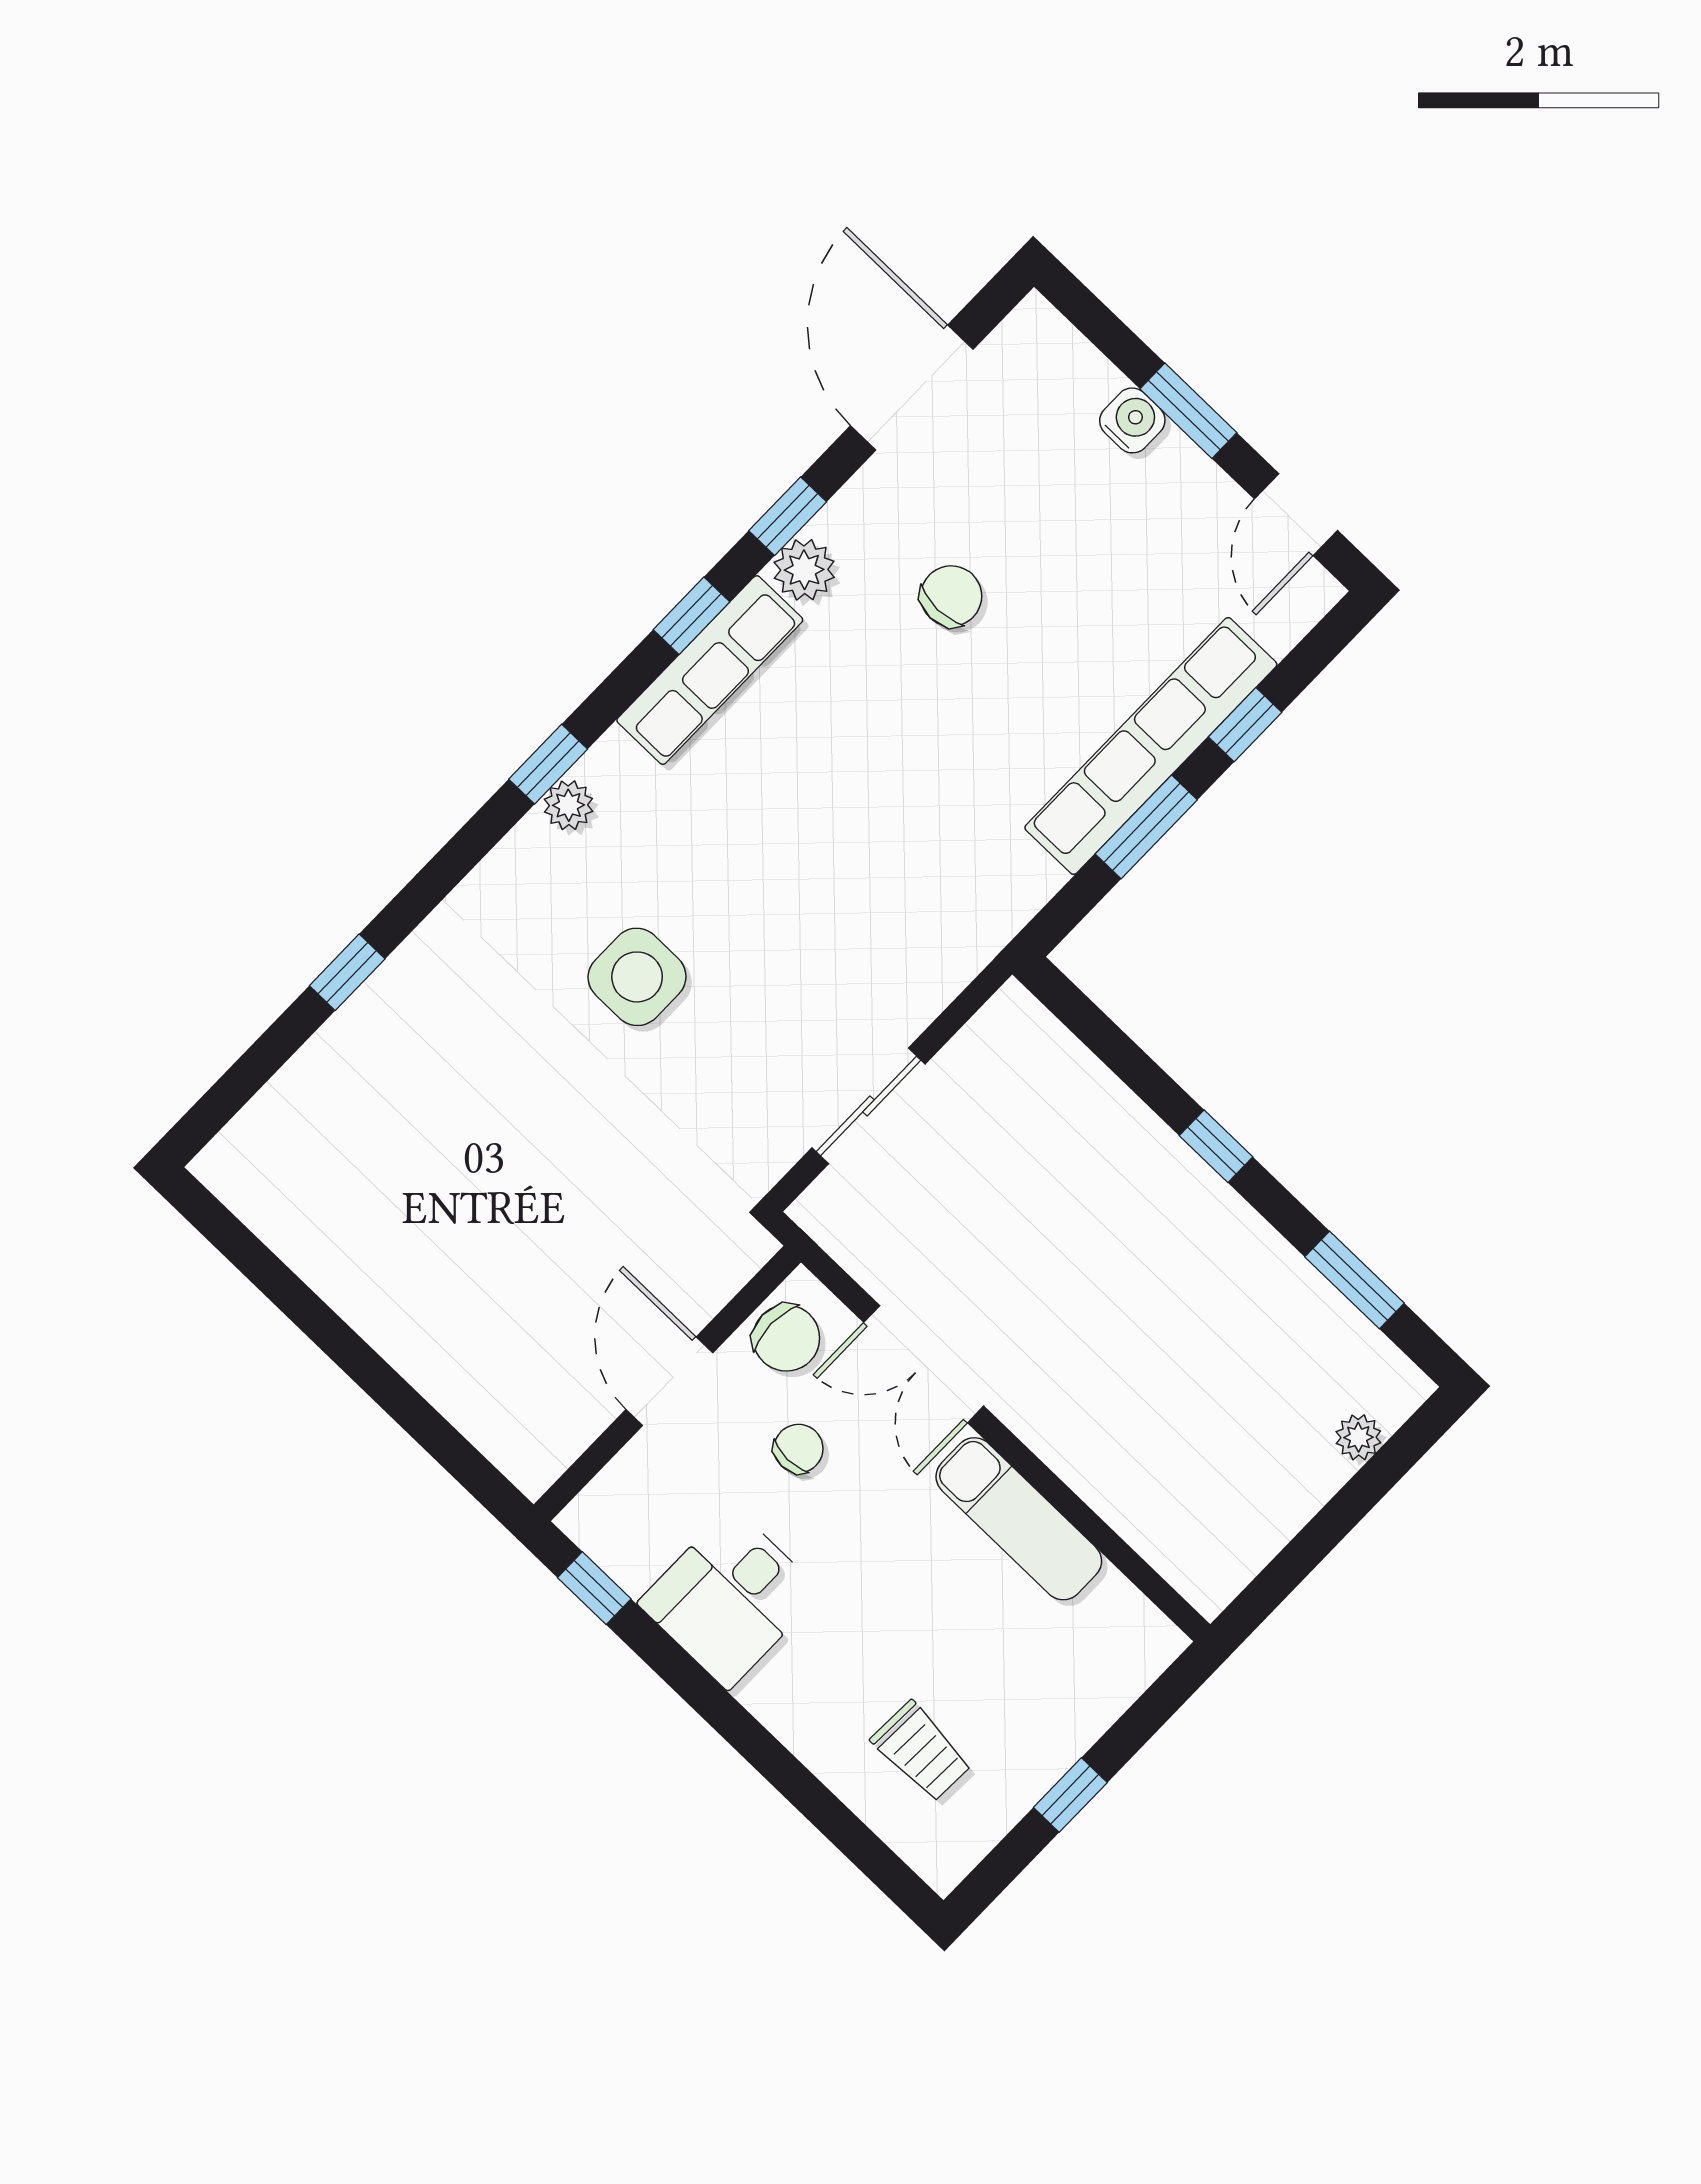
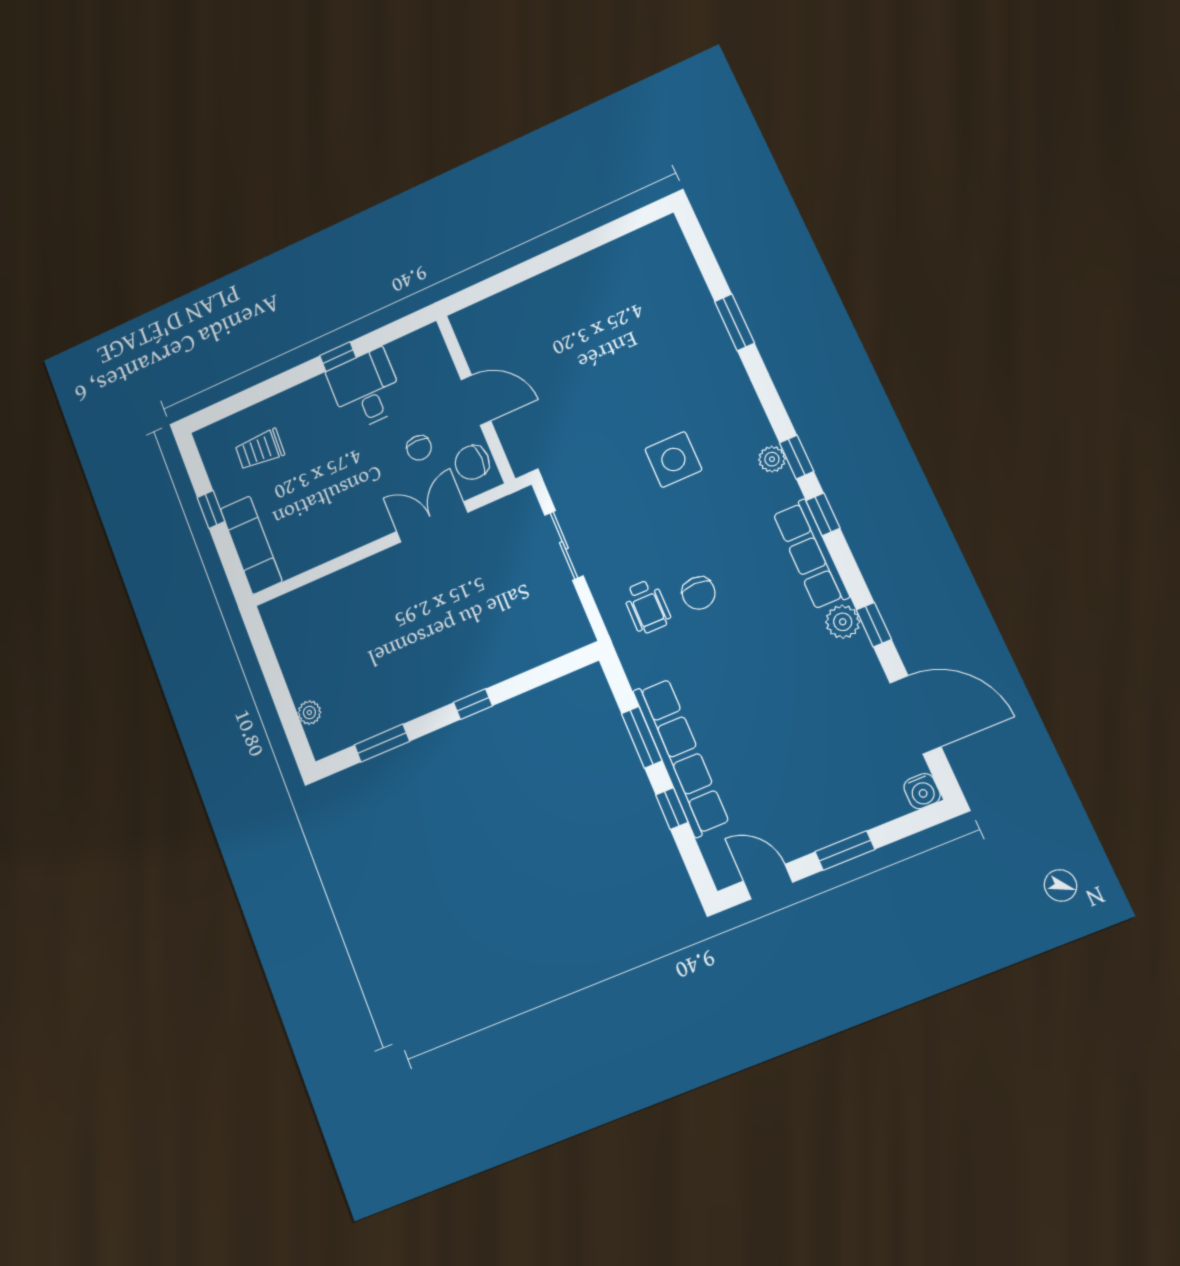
water cooler: (1132, 420) -> (922, 791), moved
chair: (951, 596) -> (699, 593), moved
window: (691, 616) -> (823, 514), moved
wheelchair: (916, 914) -> (647, 606), added
window: (347, 972) -> (735, 322), width x1.50
exam couch: (1019, 1519) -> (251, 545), moved, turned 90
window: (594, 1588) -> (338, 357), moved

